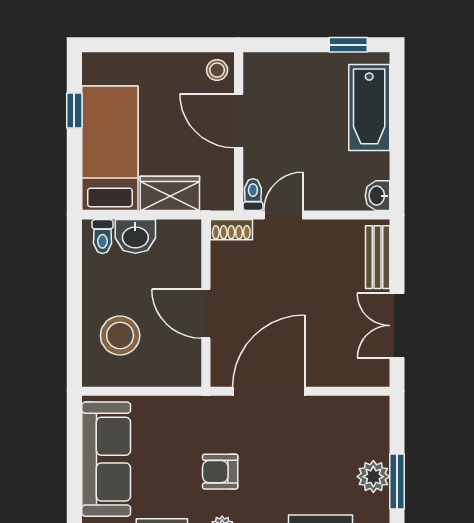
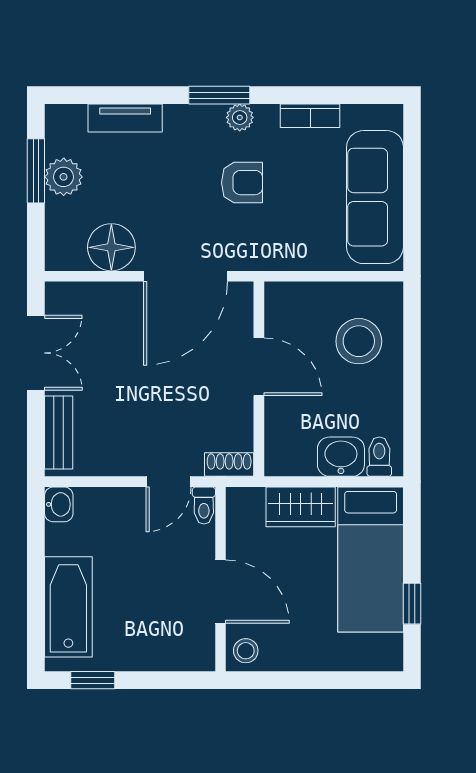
floor lamp: (332, 416) -> (111, 247), added

